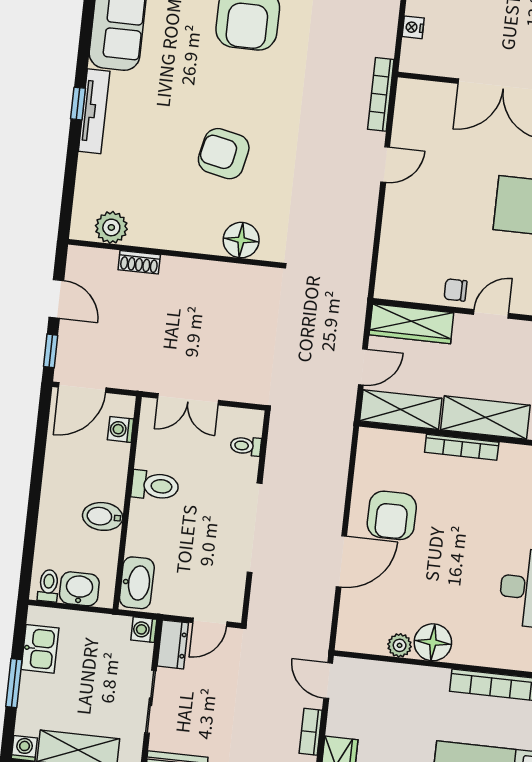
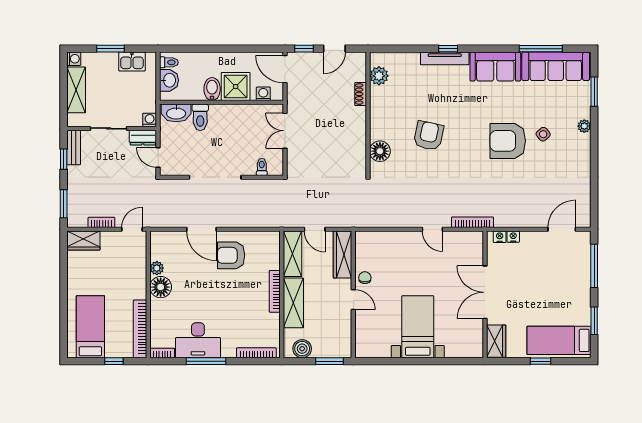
nightstand: (411, 51) -> (500, 237), added
shower: (103, 476) -> (236, 87), added
toilet: (155, 486) -> (200, 117), moved

